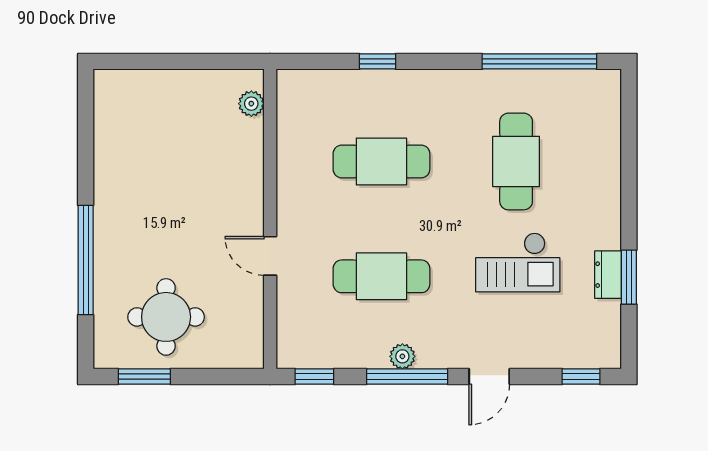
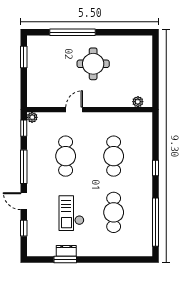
window: (377, 61) -> (156, 168), moved
cafe table: (516, 161) -> (114, 212), turned 90
round table: (166, 317) -> (93, 64), moved
plant: (402, 356) -> (32, 117), moved
window: (581, 377) -> (24, 228), moved

